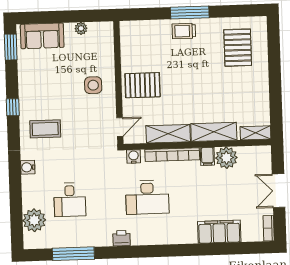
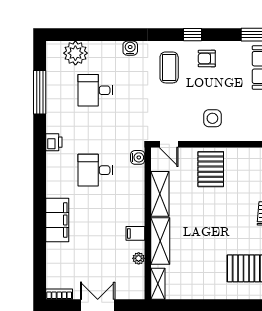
armchair: (35, 93) -> (207, 59), added
bookcase: (172, 155) -> (138, 197), removed
plant: (226, 158) -> (139, 258), width x0.53, depth x0.53
desk: (147, 197) -> (95, 170), width x0.73
filing cabinet: (219, 232) -> (57, 220), moved

